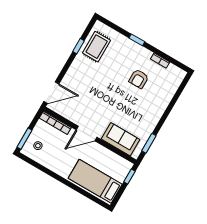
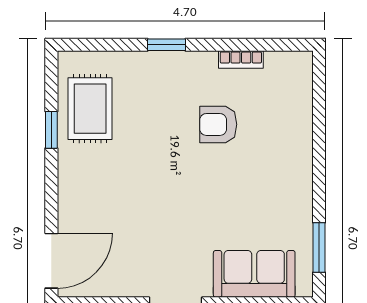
armchair: (139, 79) -> (218, 124), turned 90

